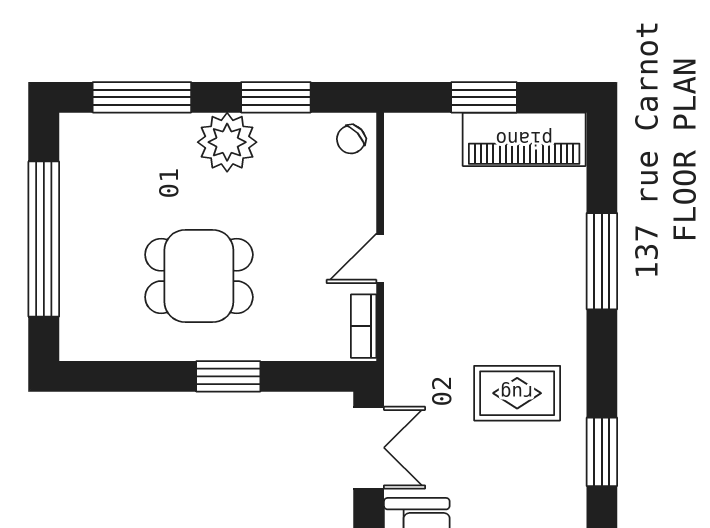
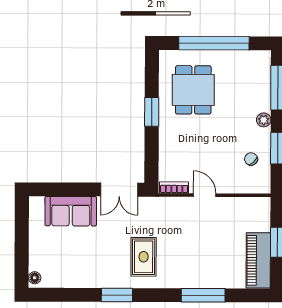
chair: (351, 139) -> (251, 159), moved
plant: (227, 142) -> (264, 120), width x0.53, depth x0.53
dining table: (199, 276) -> (193, 90), moved
window: (228, 376) -> (152, 112), moved

